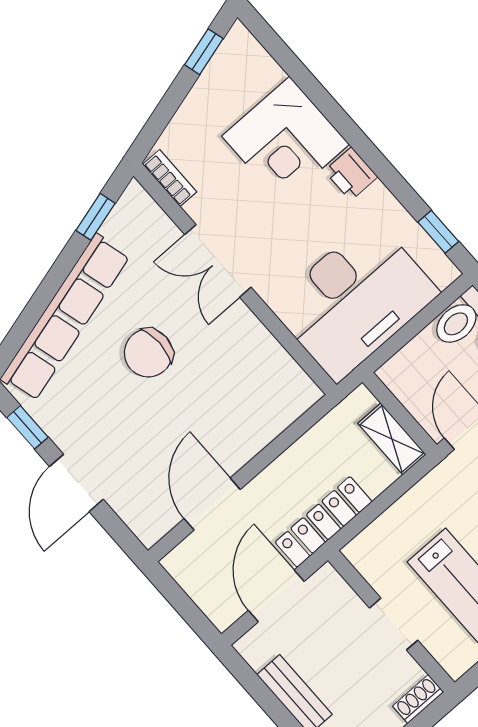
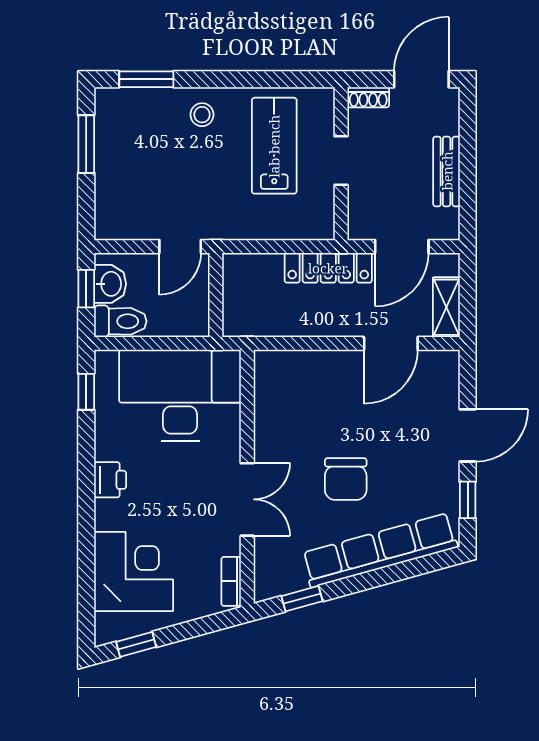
corner desk: (285, 140) -> (134, 571), moved
chair: (148, 353) -> (346, 479), turned 90
shelving: (392, 439) -> (446, 307), moved

